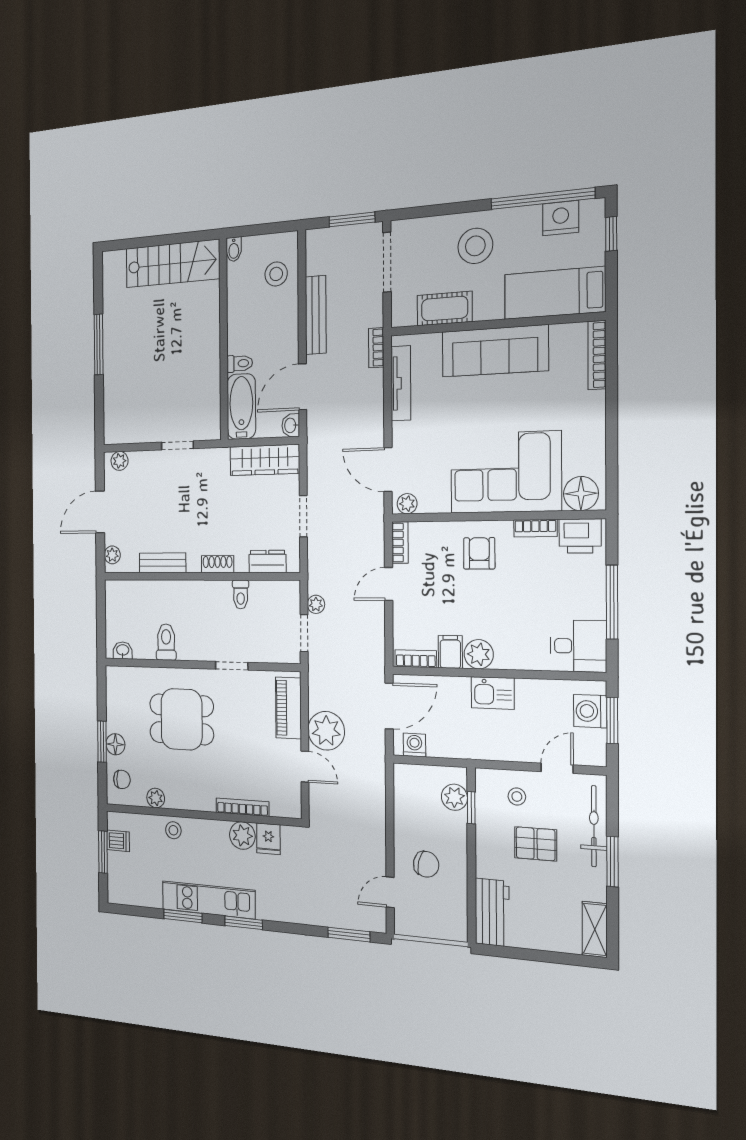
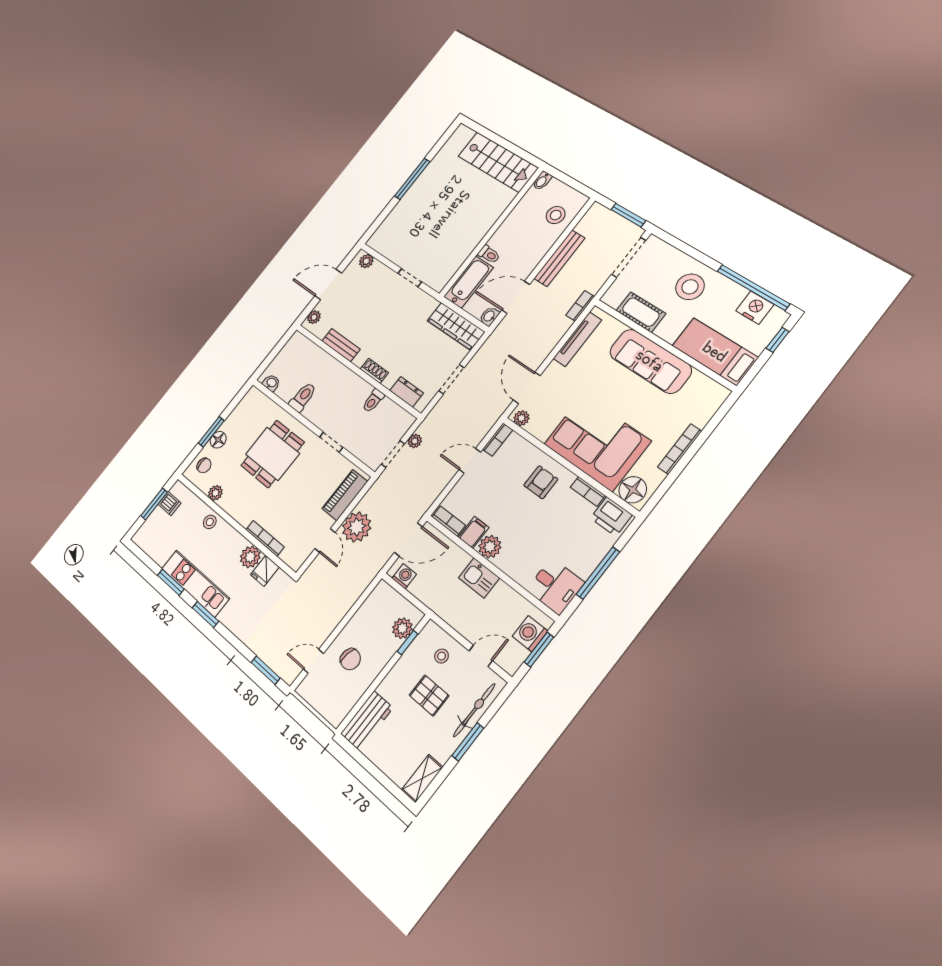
bookcase: (597, 355) -> (680, 449), moved
dining table: (182, 719) -> (272, 454), turned 90

